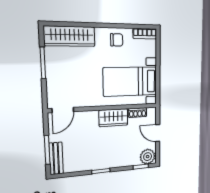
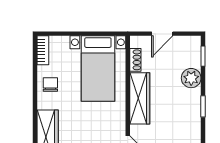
wardrobe: (113, 118) -> (140, 98), width x1.50
plant: (148, 157) -> (191, 78), moved

